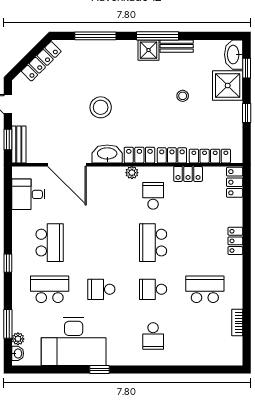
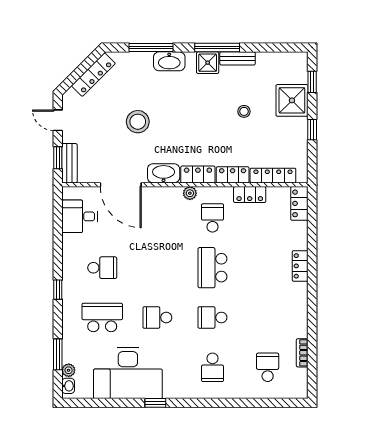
washbasin: (234, 55) -> (169, 61), moved, turned -90
stool: (101, 107) -> (138, 122), moved
school desk: (50, 243) -> (102, 268), width x0.54
school desk: (205, 289) -> (268, 367), moved, width x0.54

